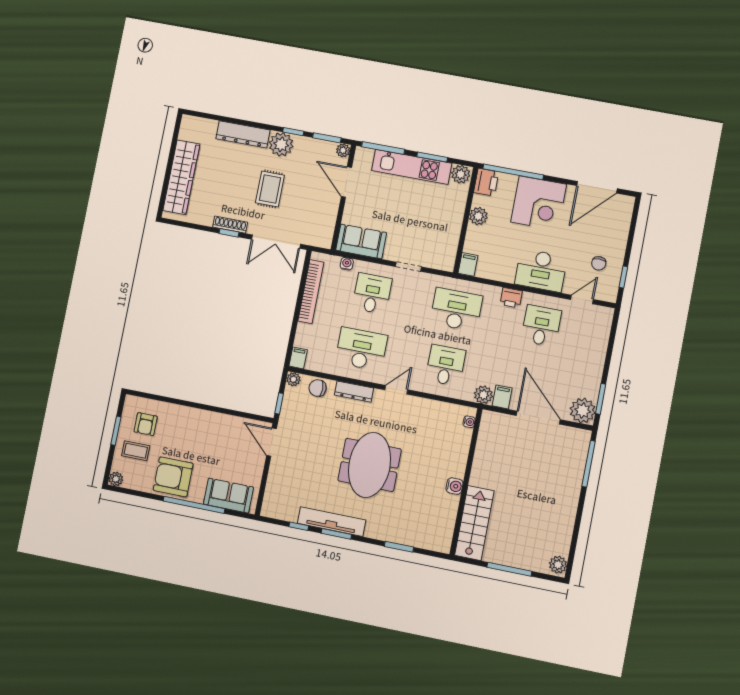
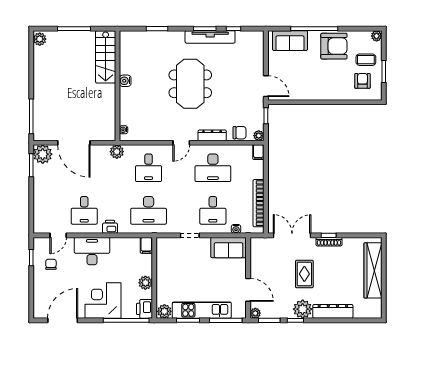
filing cabinet: (502, 397) -> (103, 153), removed

